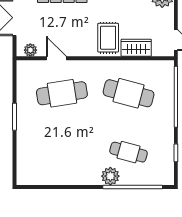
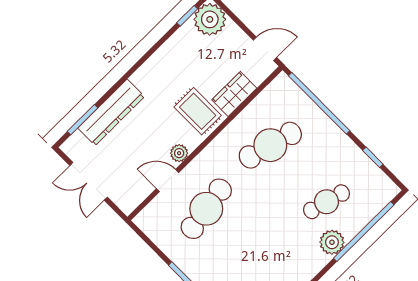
plant: (30, 50) -> (179, 153), moved

